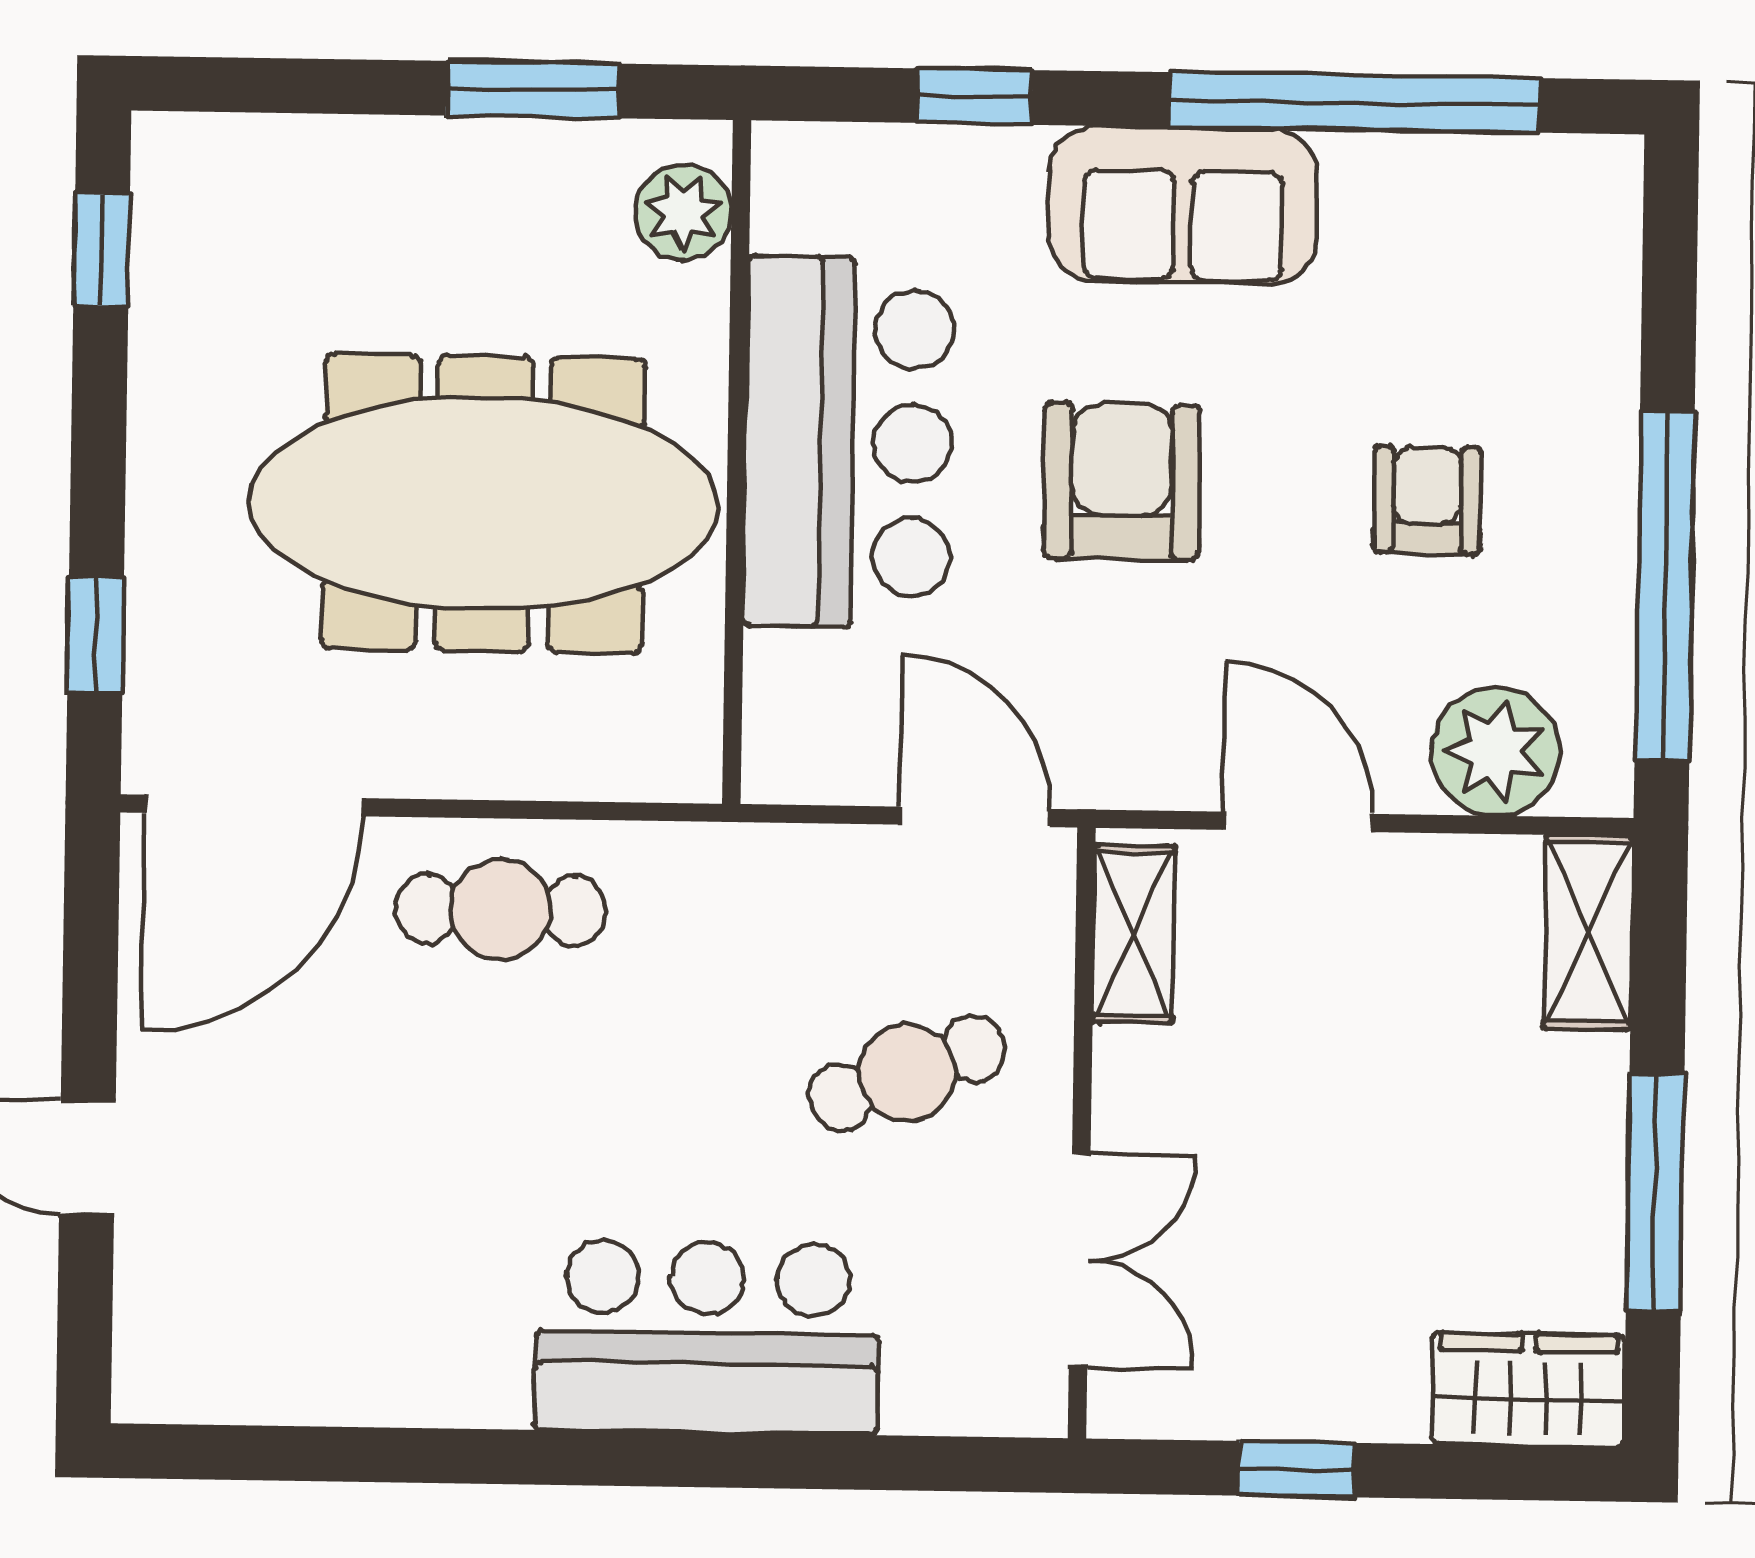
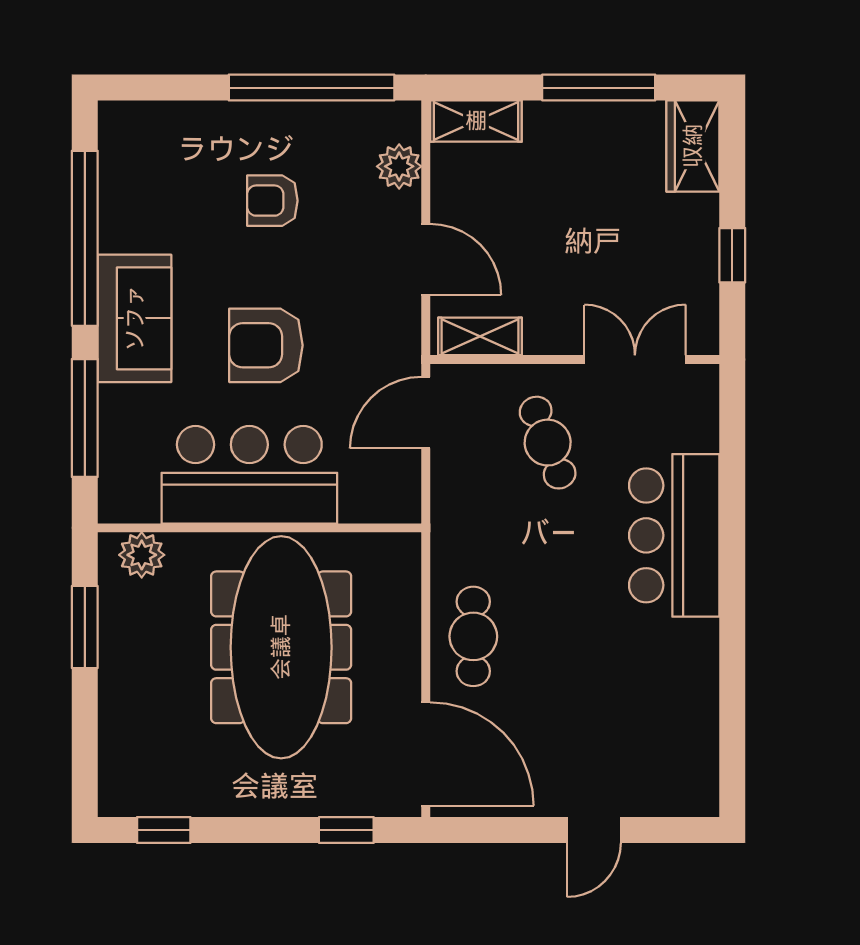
window: (974, 97) -> (85, 418), width x2.17
plant: (1495, 752) -> (399, 166), width x0.73, depth x0.73
door: (1298, 822) -> (426, 259), swing flipped

